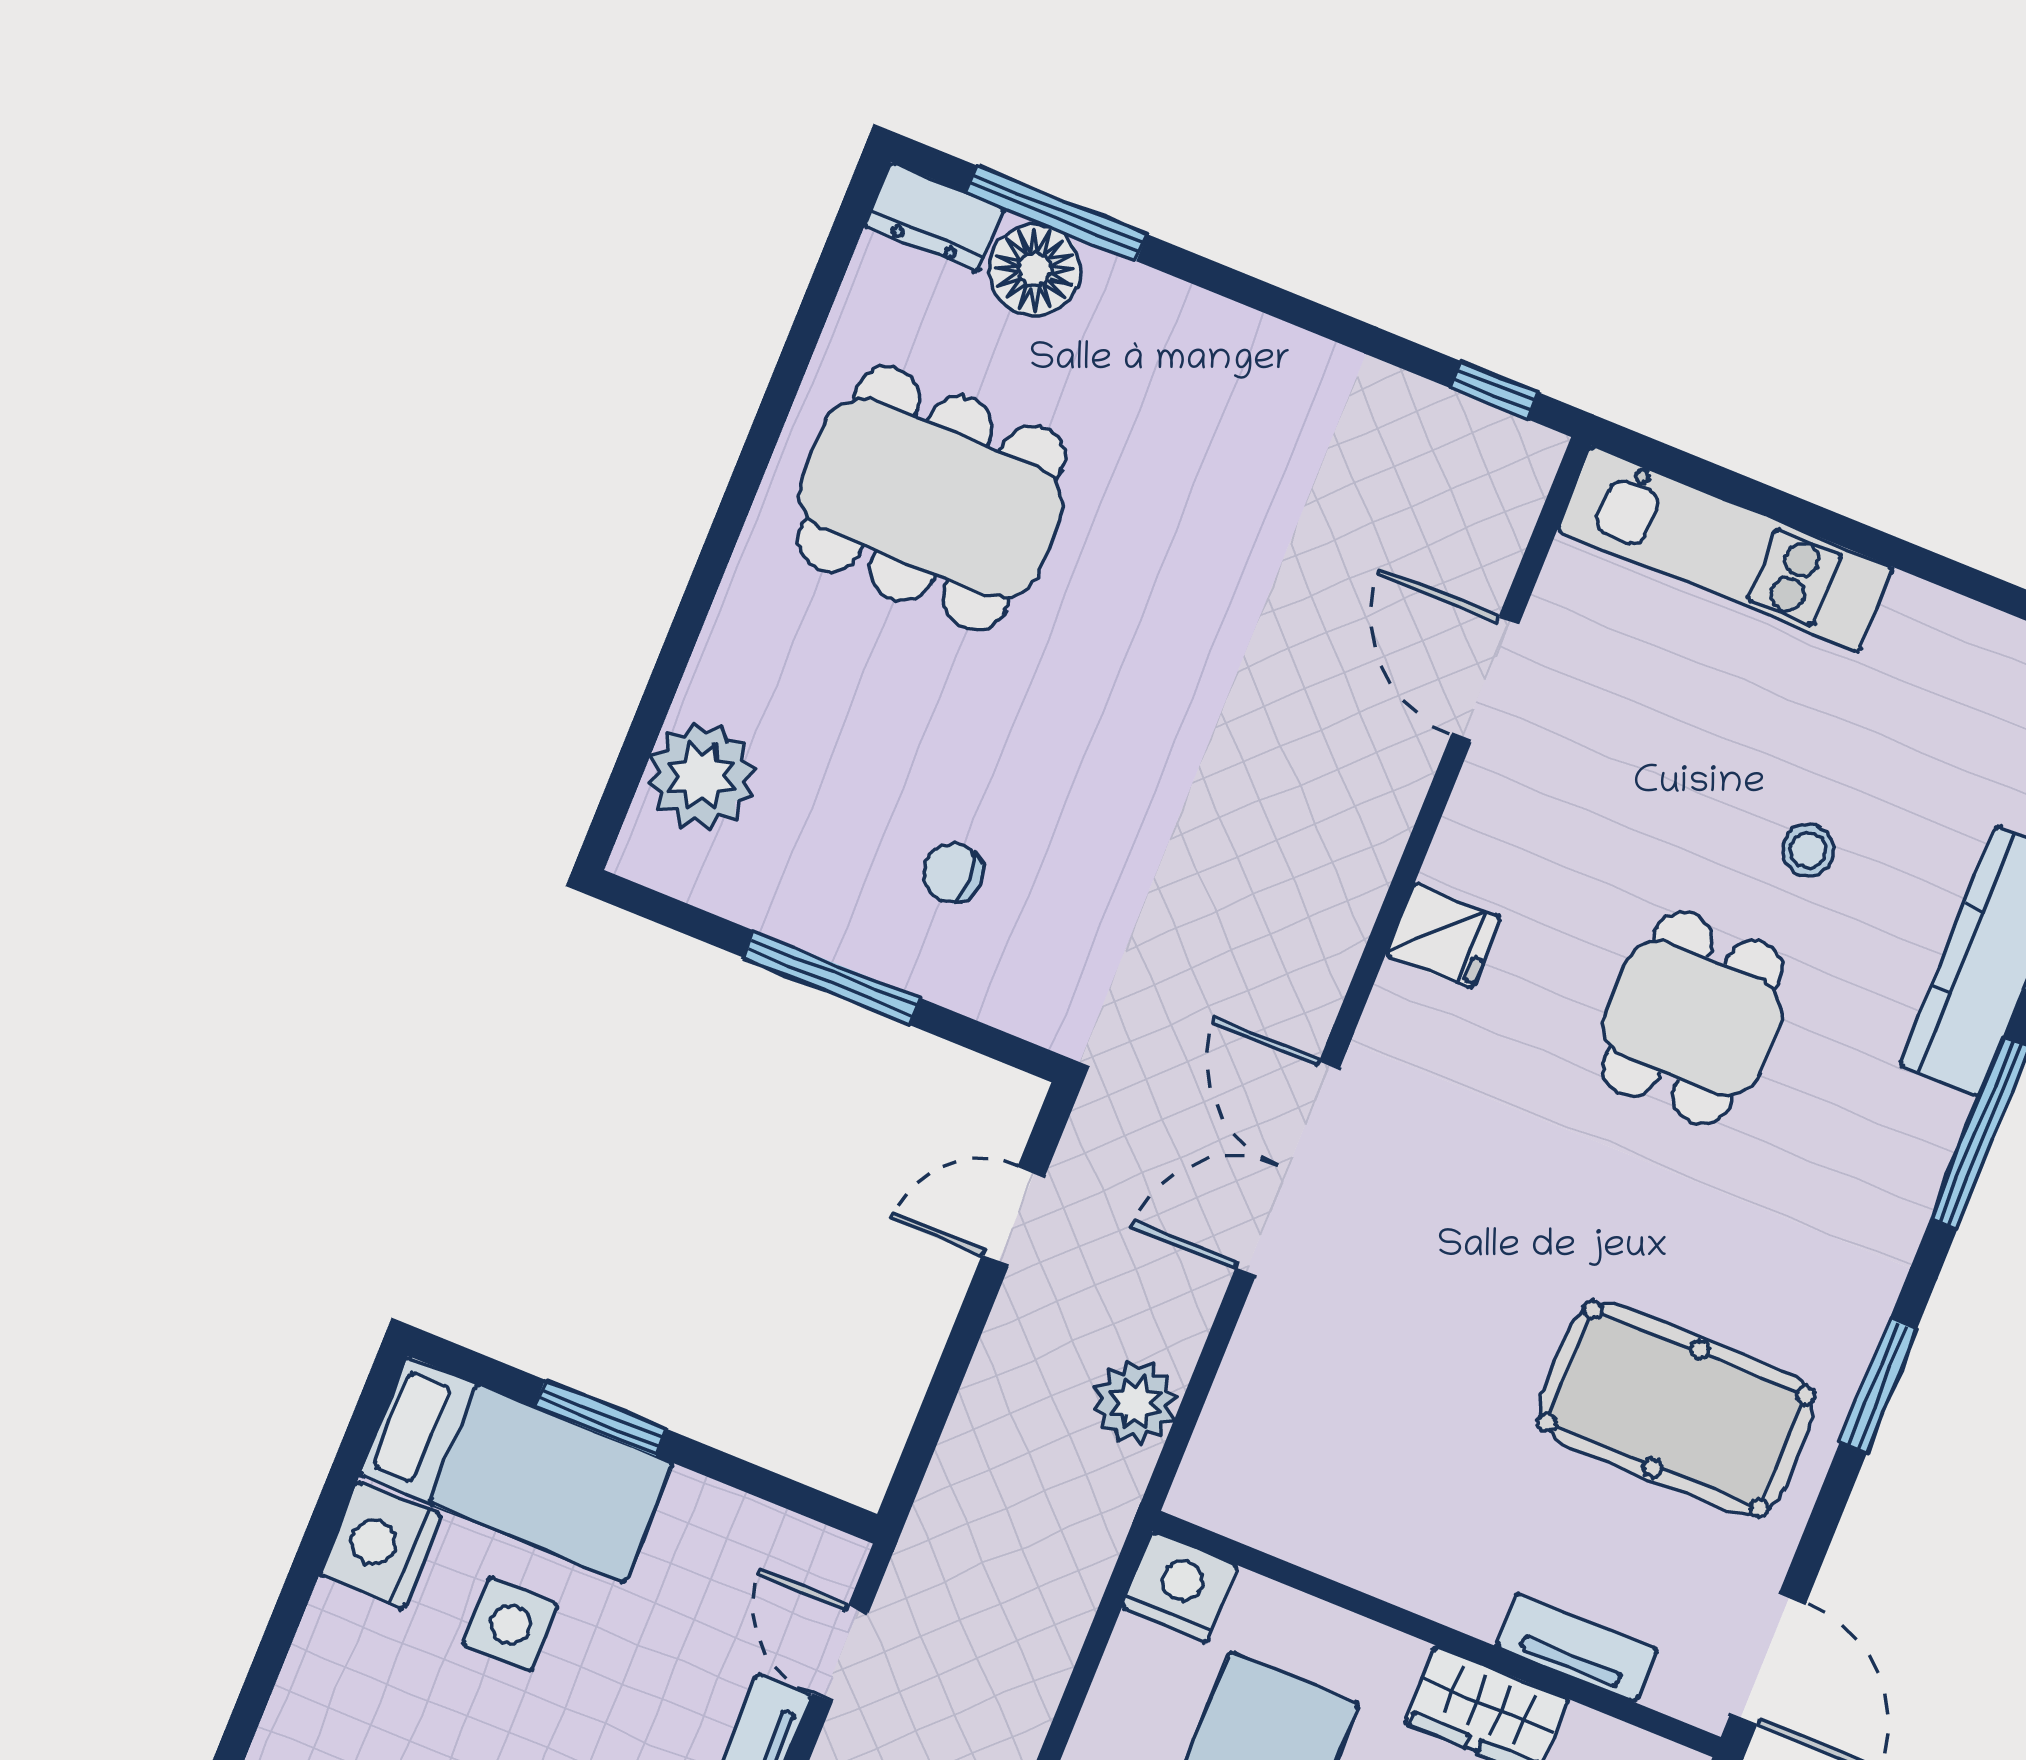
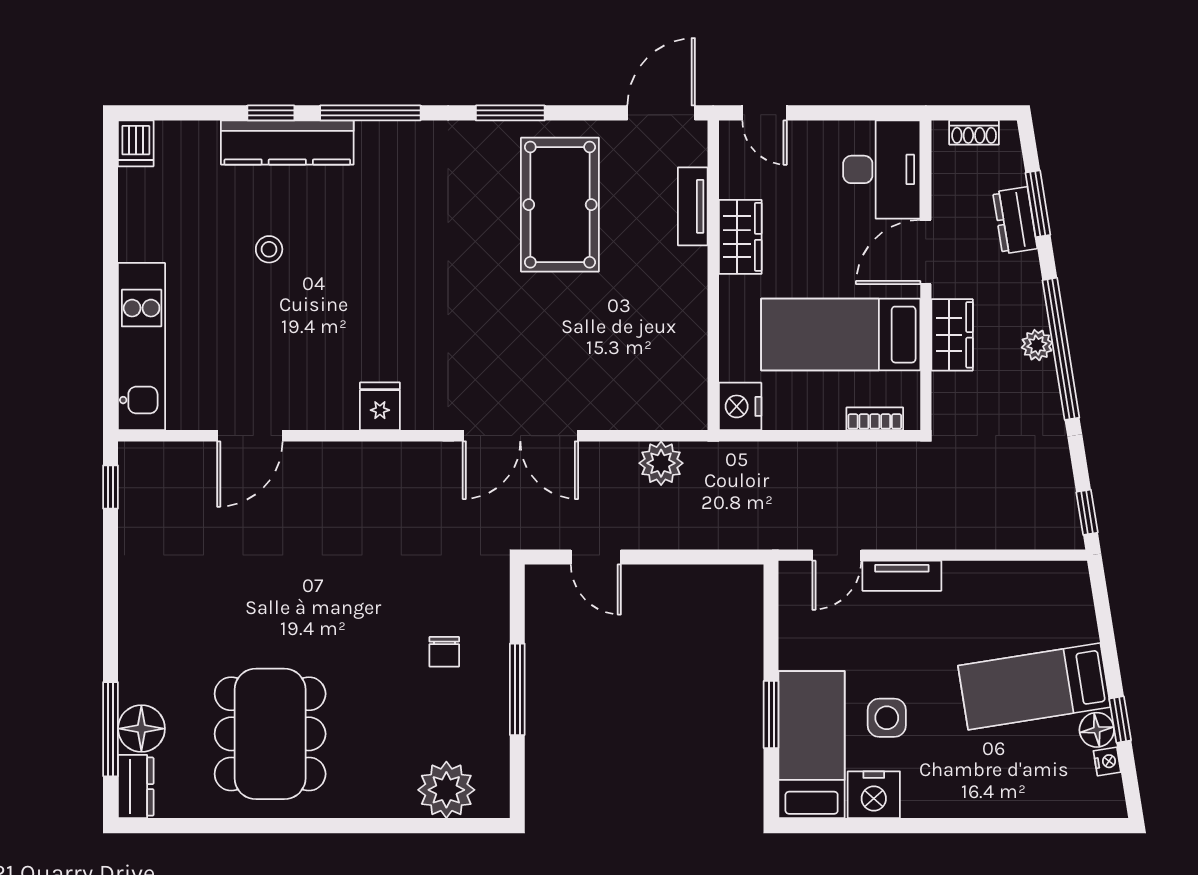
dining table: (1693, 1018) -> (371, 272), removed

